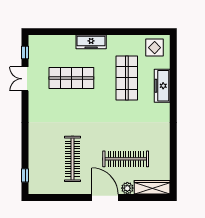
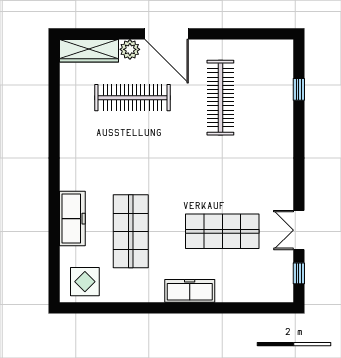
double door: (25, 79) -> (299, 230), swing flipped
window: (25, 175) -> (299, 89), moved

